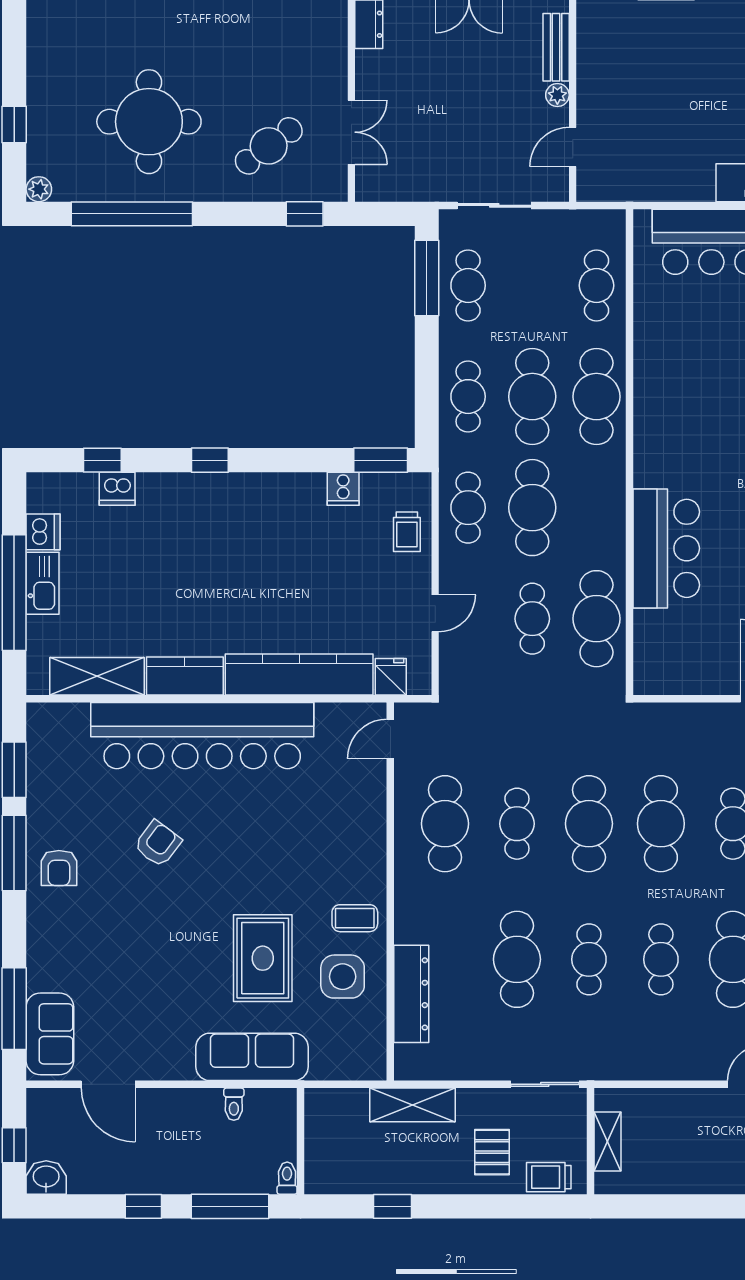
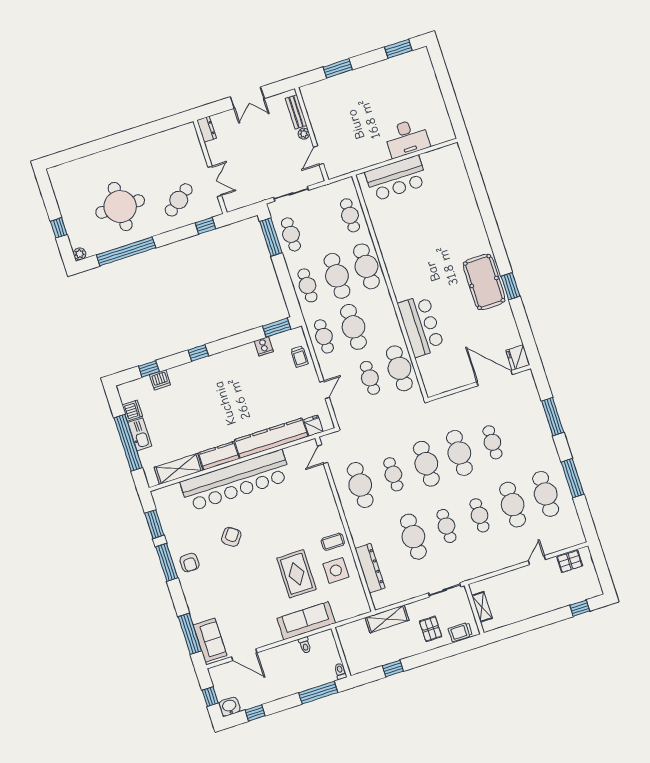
window: (143, 1206) -> (255, 713), moved

